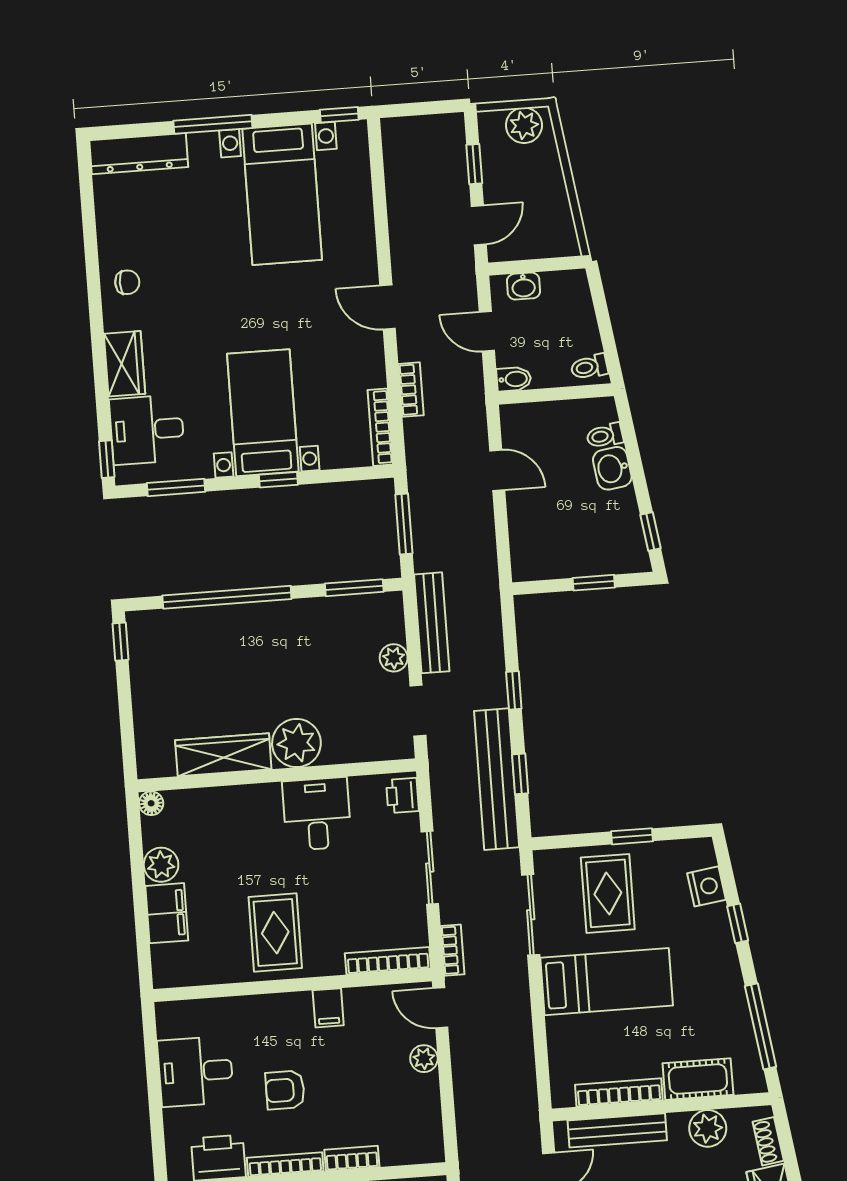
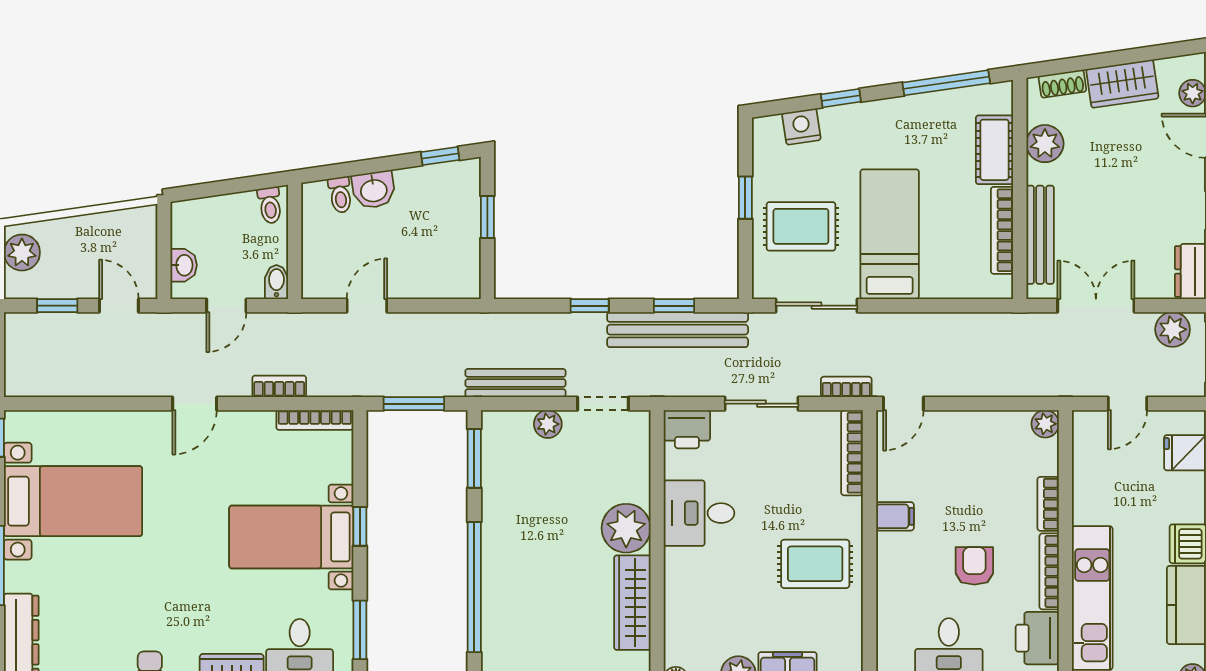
printer: (402, 796) -> (687, 429), width x1.36, depth x1.24
plant: (424, 1059) -> (1045, 424), moved
armchair: (285, 1090) -> (974, 566), turned 180

